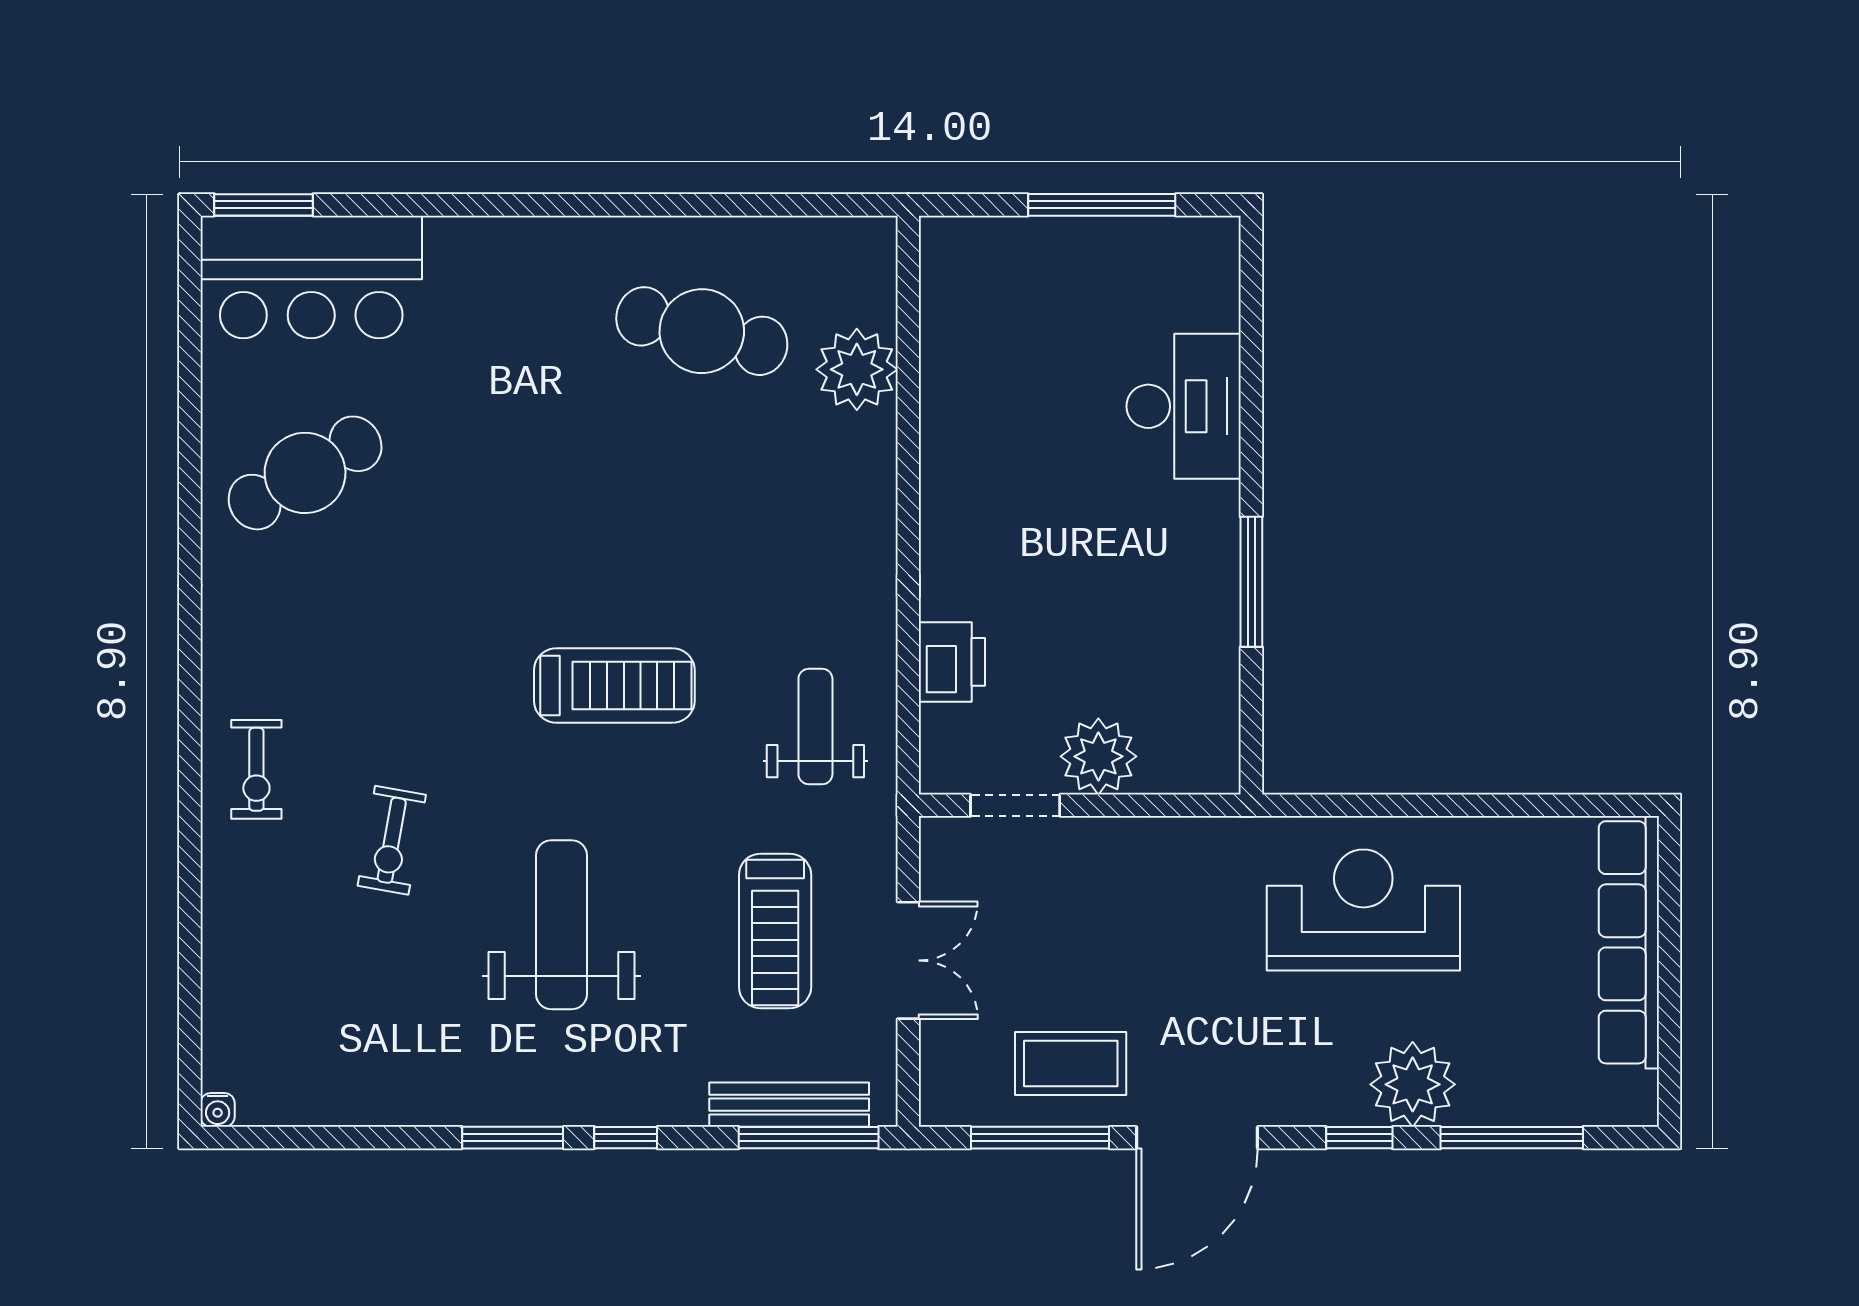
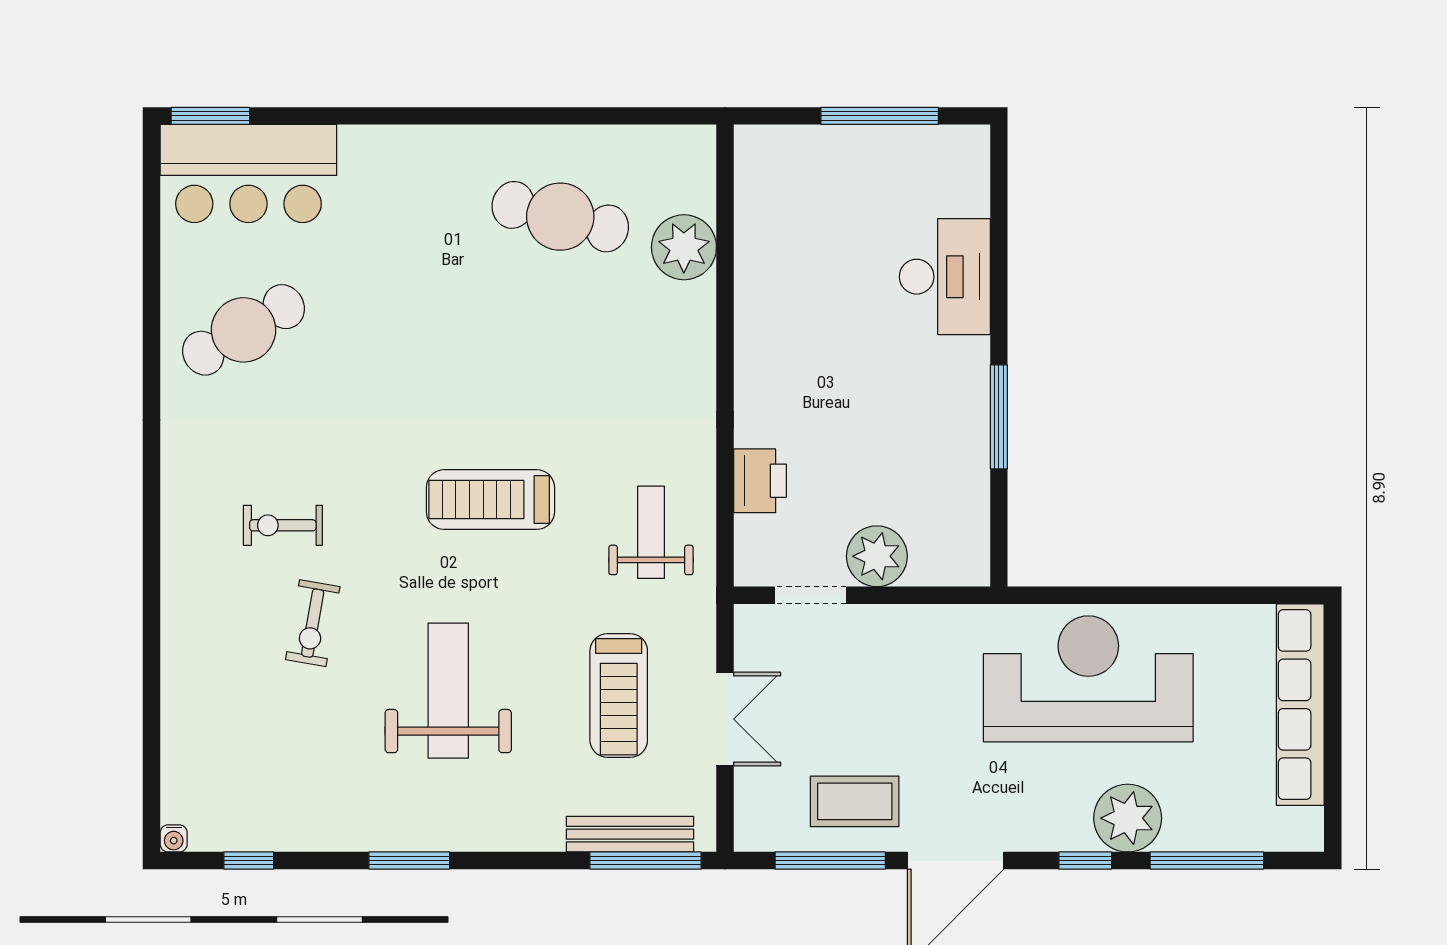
treadmill: (614, 685) -> (490, 500), turned 180
exercise bike: (256, 769) -> (283, 525), moved, turned 90
reception desk: (1363, 910) -> (1088, 679), width x1.36, depth x1.30
window: (626, 1138) -> (249, 861), moved

